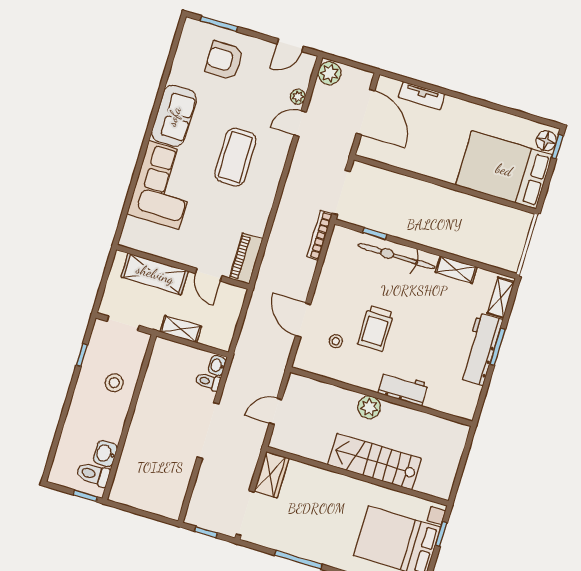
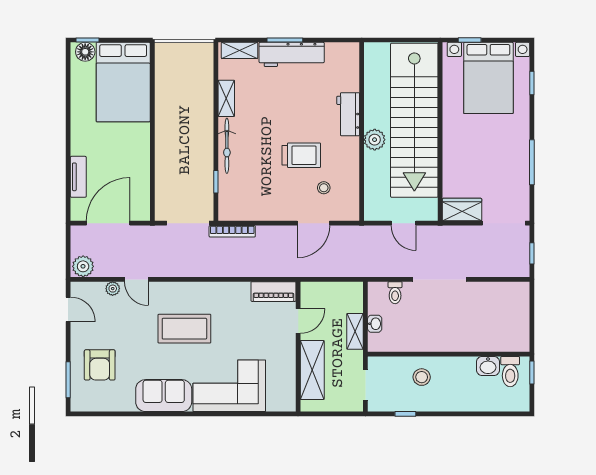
bicycle: (396, 256) -> (227, 146), width x0.73, depth x0.71
washbasin: (217, 365) -> (375, 324), moved, turned -90
stairs: (374, 462) -> (414, 120), width x1.86, depth x1.51

